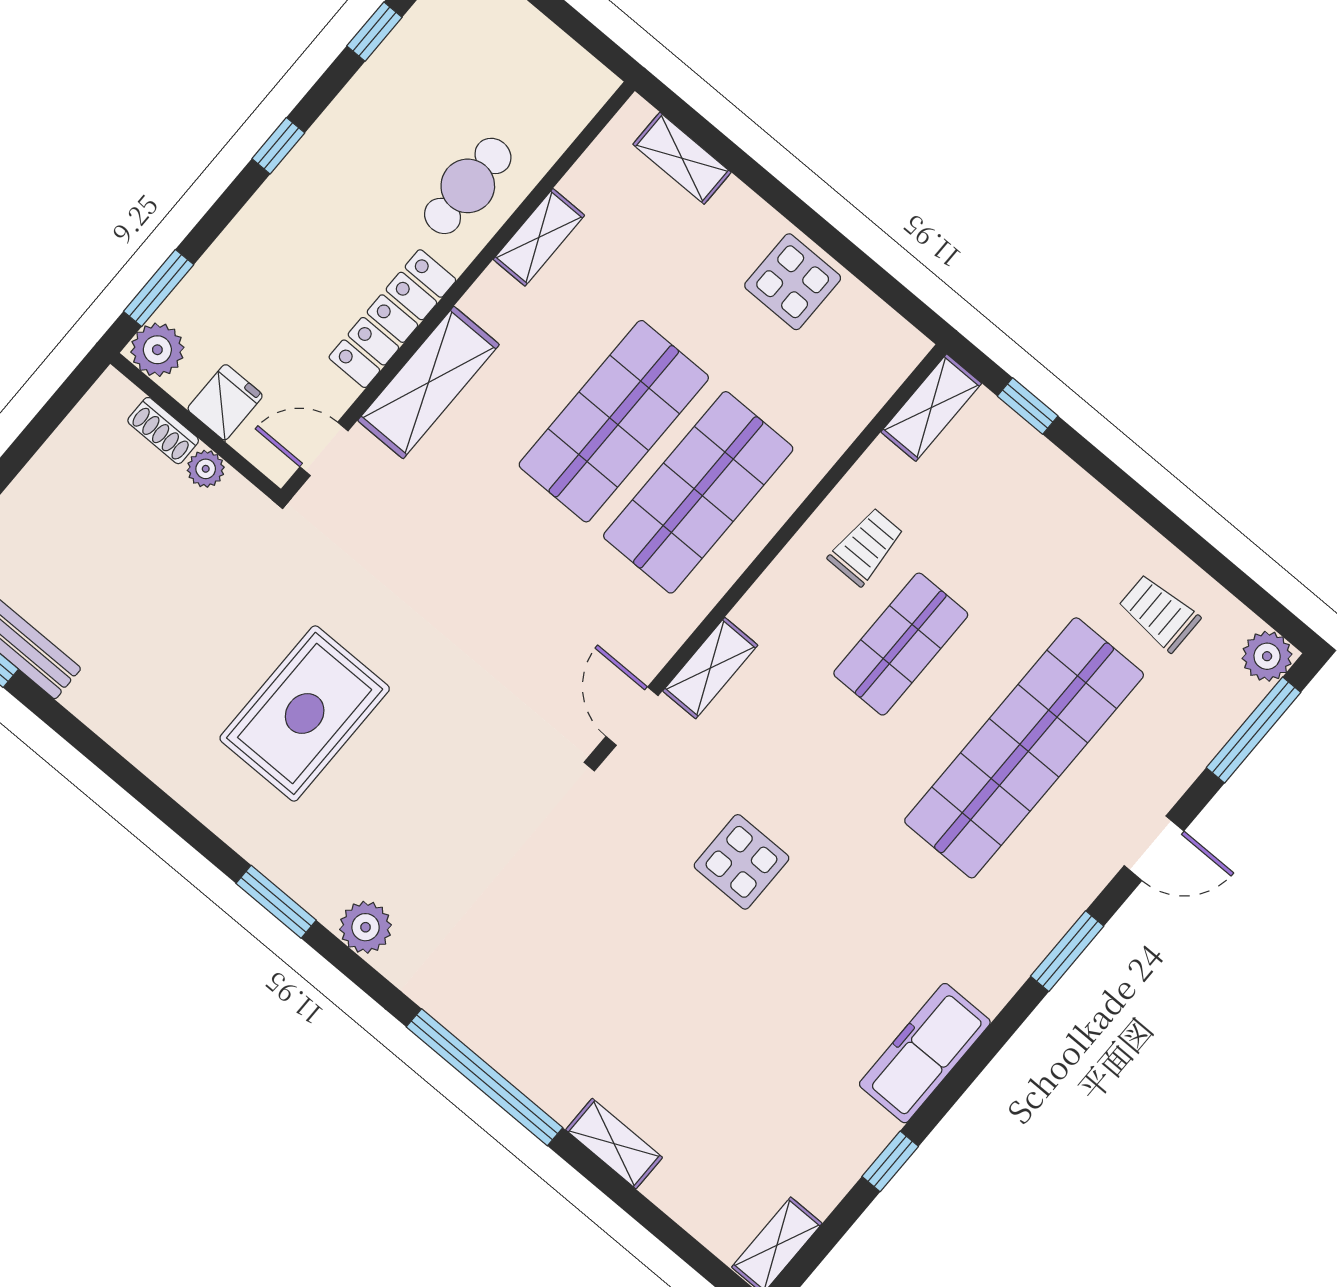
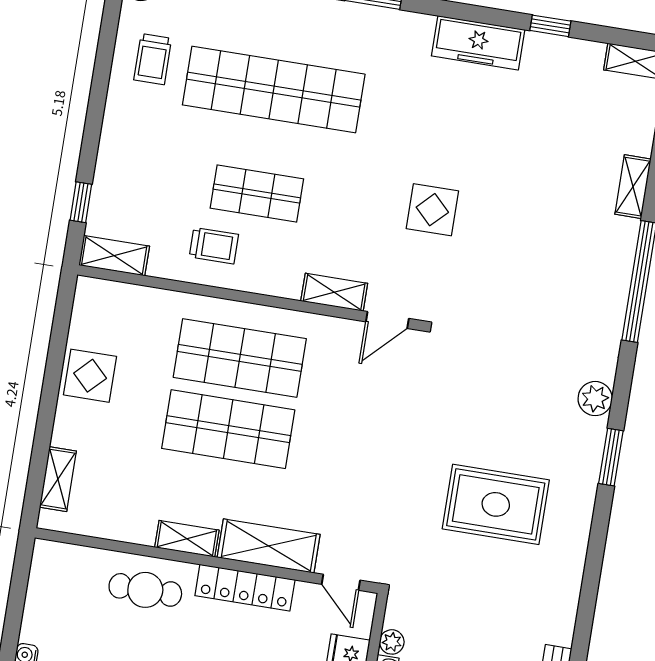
shelving: (539, 237) -> (187, 539), moved
trolley: (866, 547) -> (214, 246), turned 180

